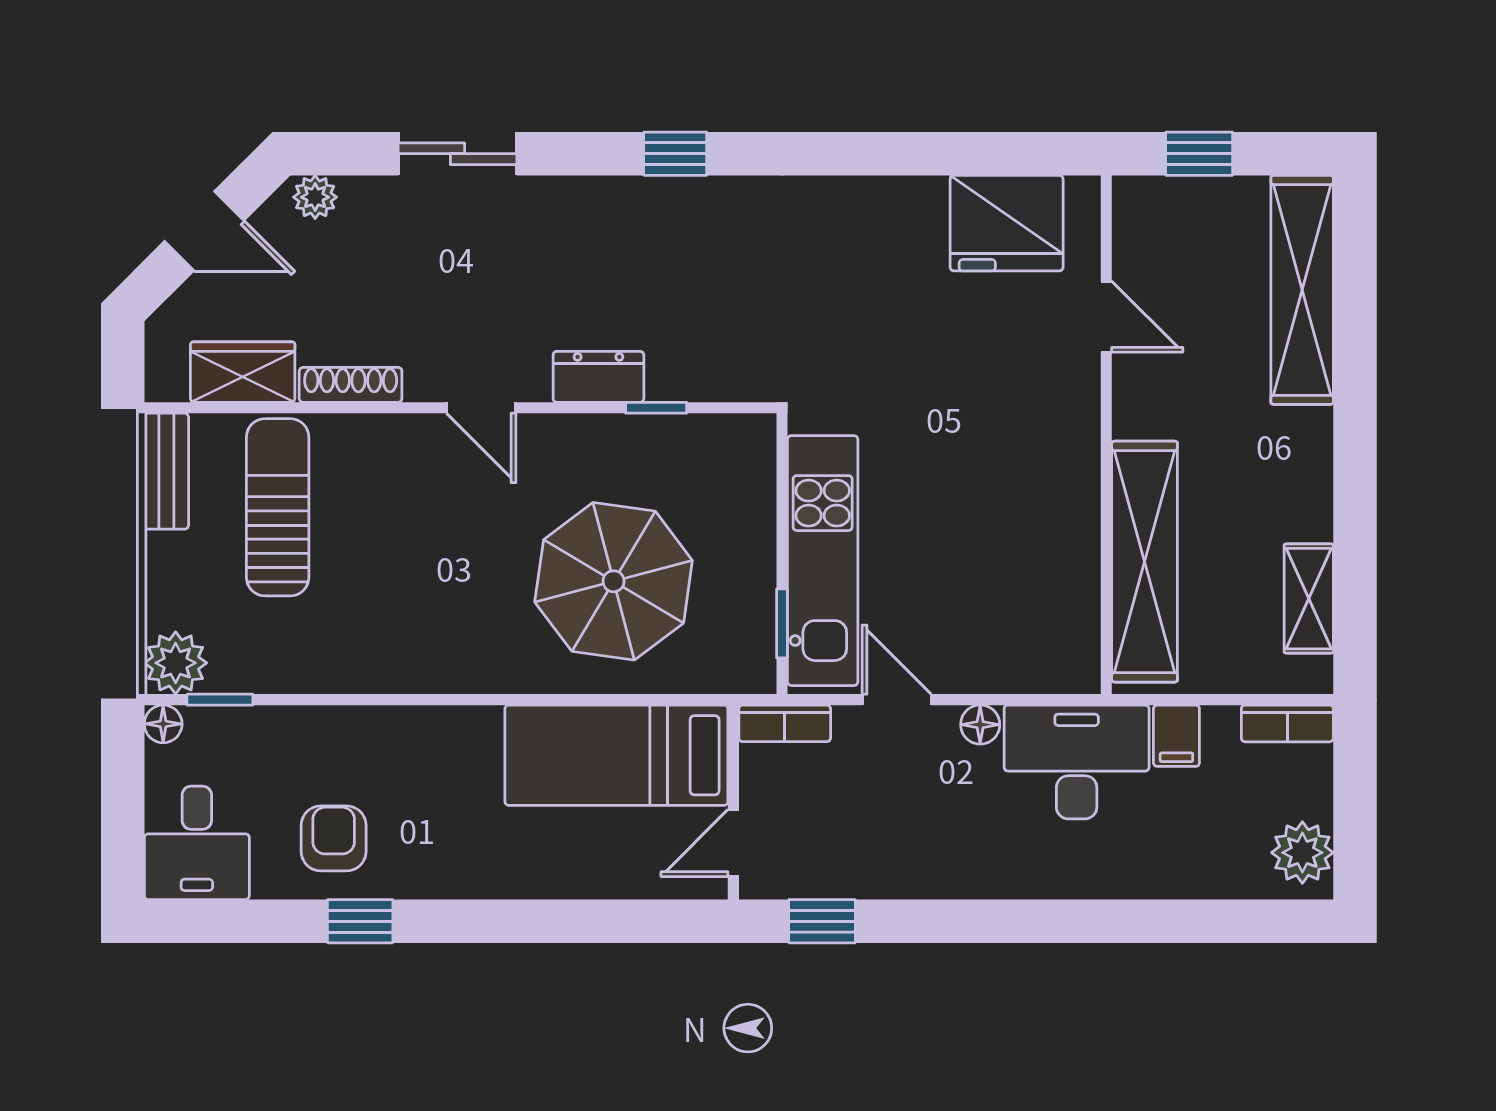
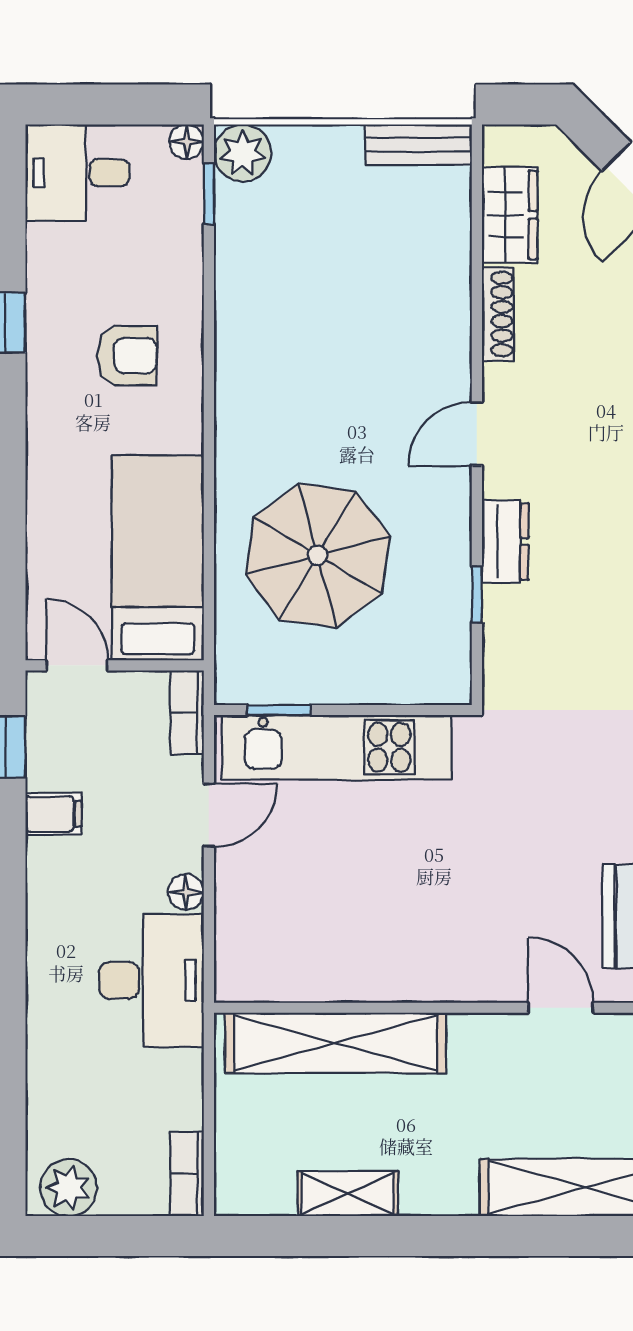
door: (1106, 317) -> (561, 1008), swing flipped
sun lounger: (278, 507) -> (385, 247), removed
shelving: (1309, 599) -> (348, 1194), moved
filing cabinet: (1176, 736) -> (53, 814), moved, turned 180
armchair: (334, 838) -> (127, 356), moved

